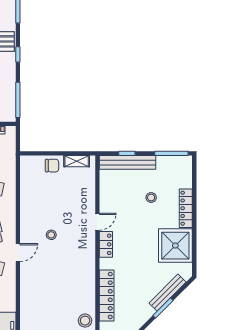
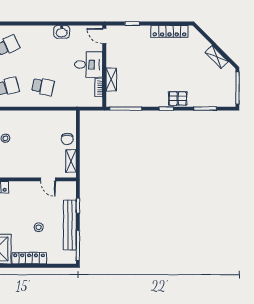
bench: (128, 162) -> (70, 225), moved
door: (97, 222) -> (48, 179), moved

